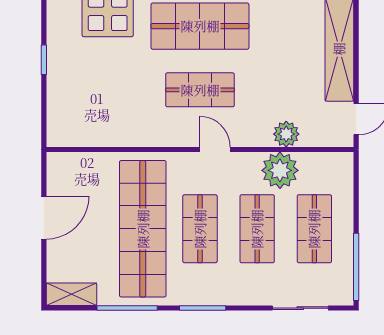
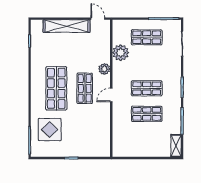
plant: (286, 134) -> (104, 69), moved
door: (215, 149) -> (111, 95), moved
door: (44, 218) -> (142, 158), removed
shop shelf: (143, 229) -> (147, 114), width x0.50, depth x0.74
shop shelf: (257, 229) -> (147, 63), removed

